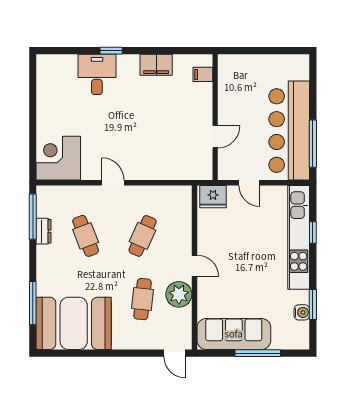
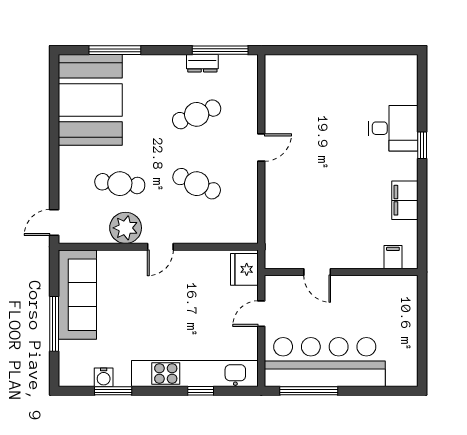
corner desk: (58, 158) -> (291, 81), removed

